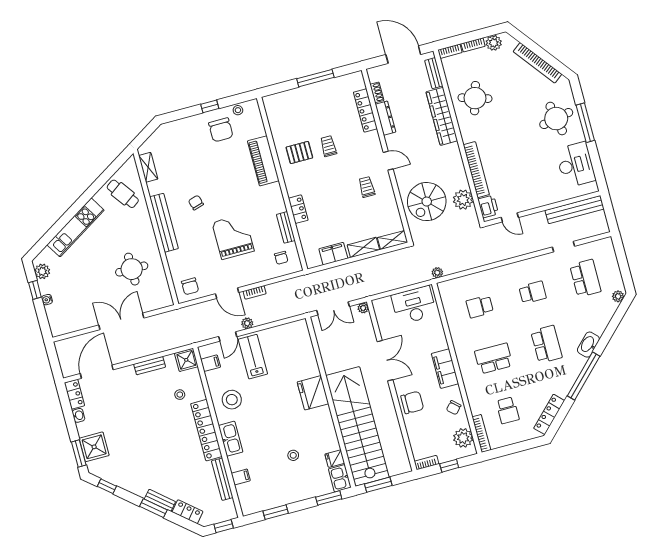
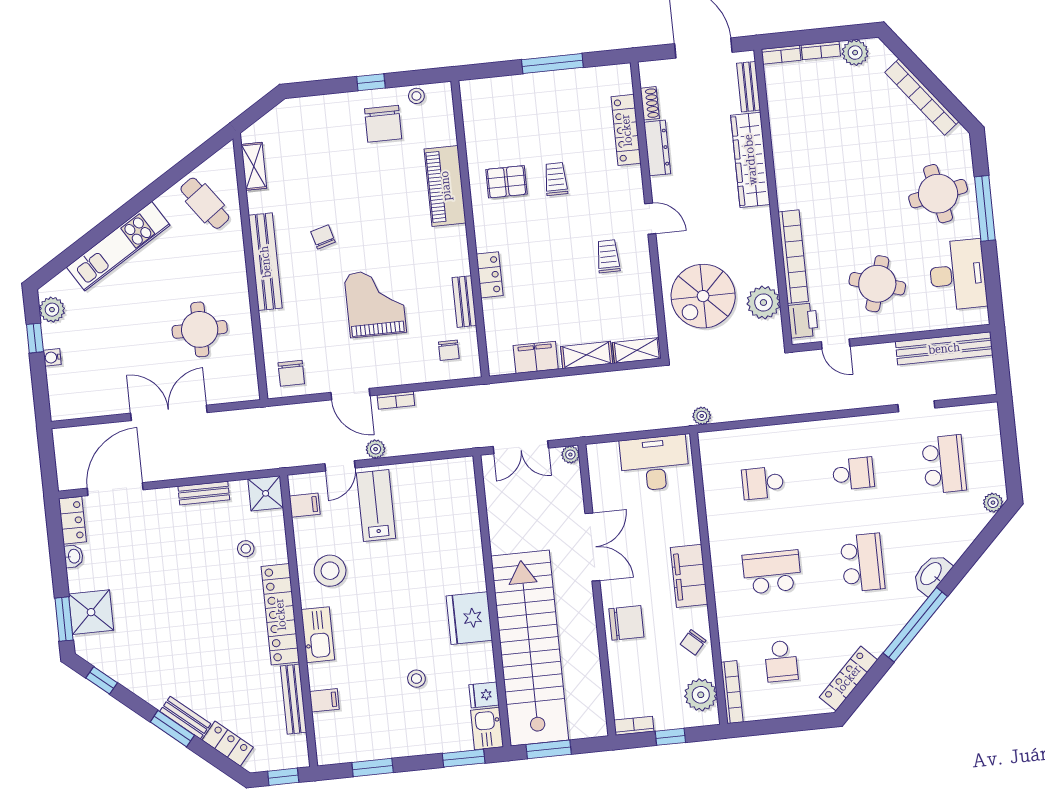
round table: (475, 98) -> (877, 284), moved
fridge: (313, 393) -> (469, 618), moved

